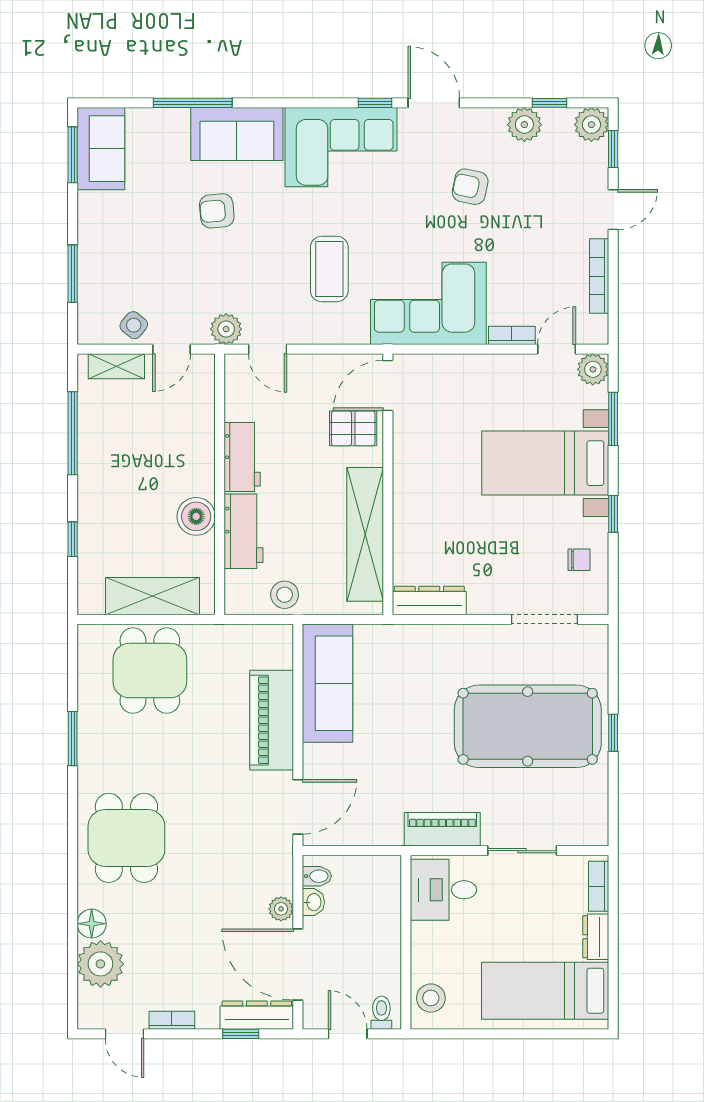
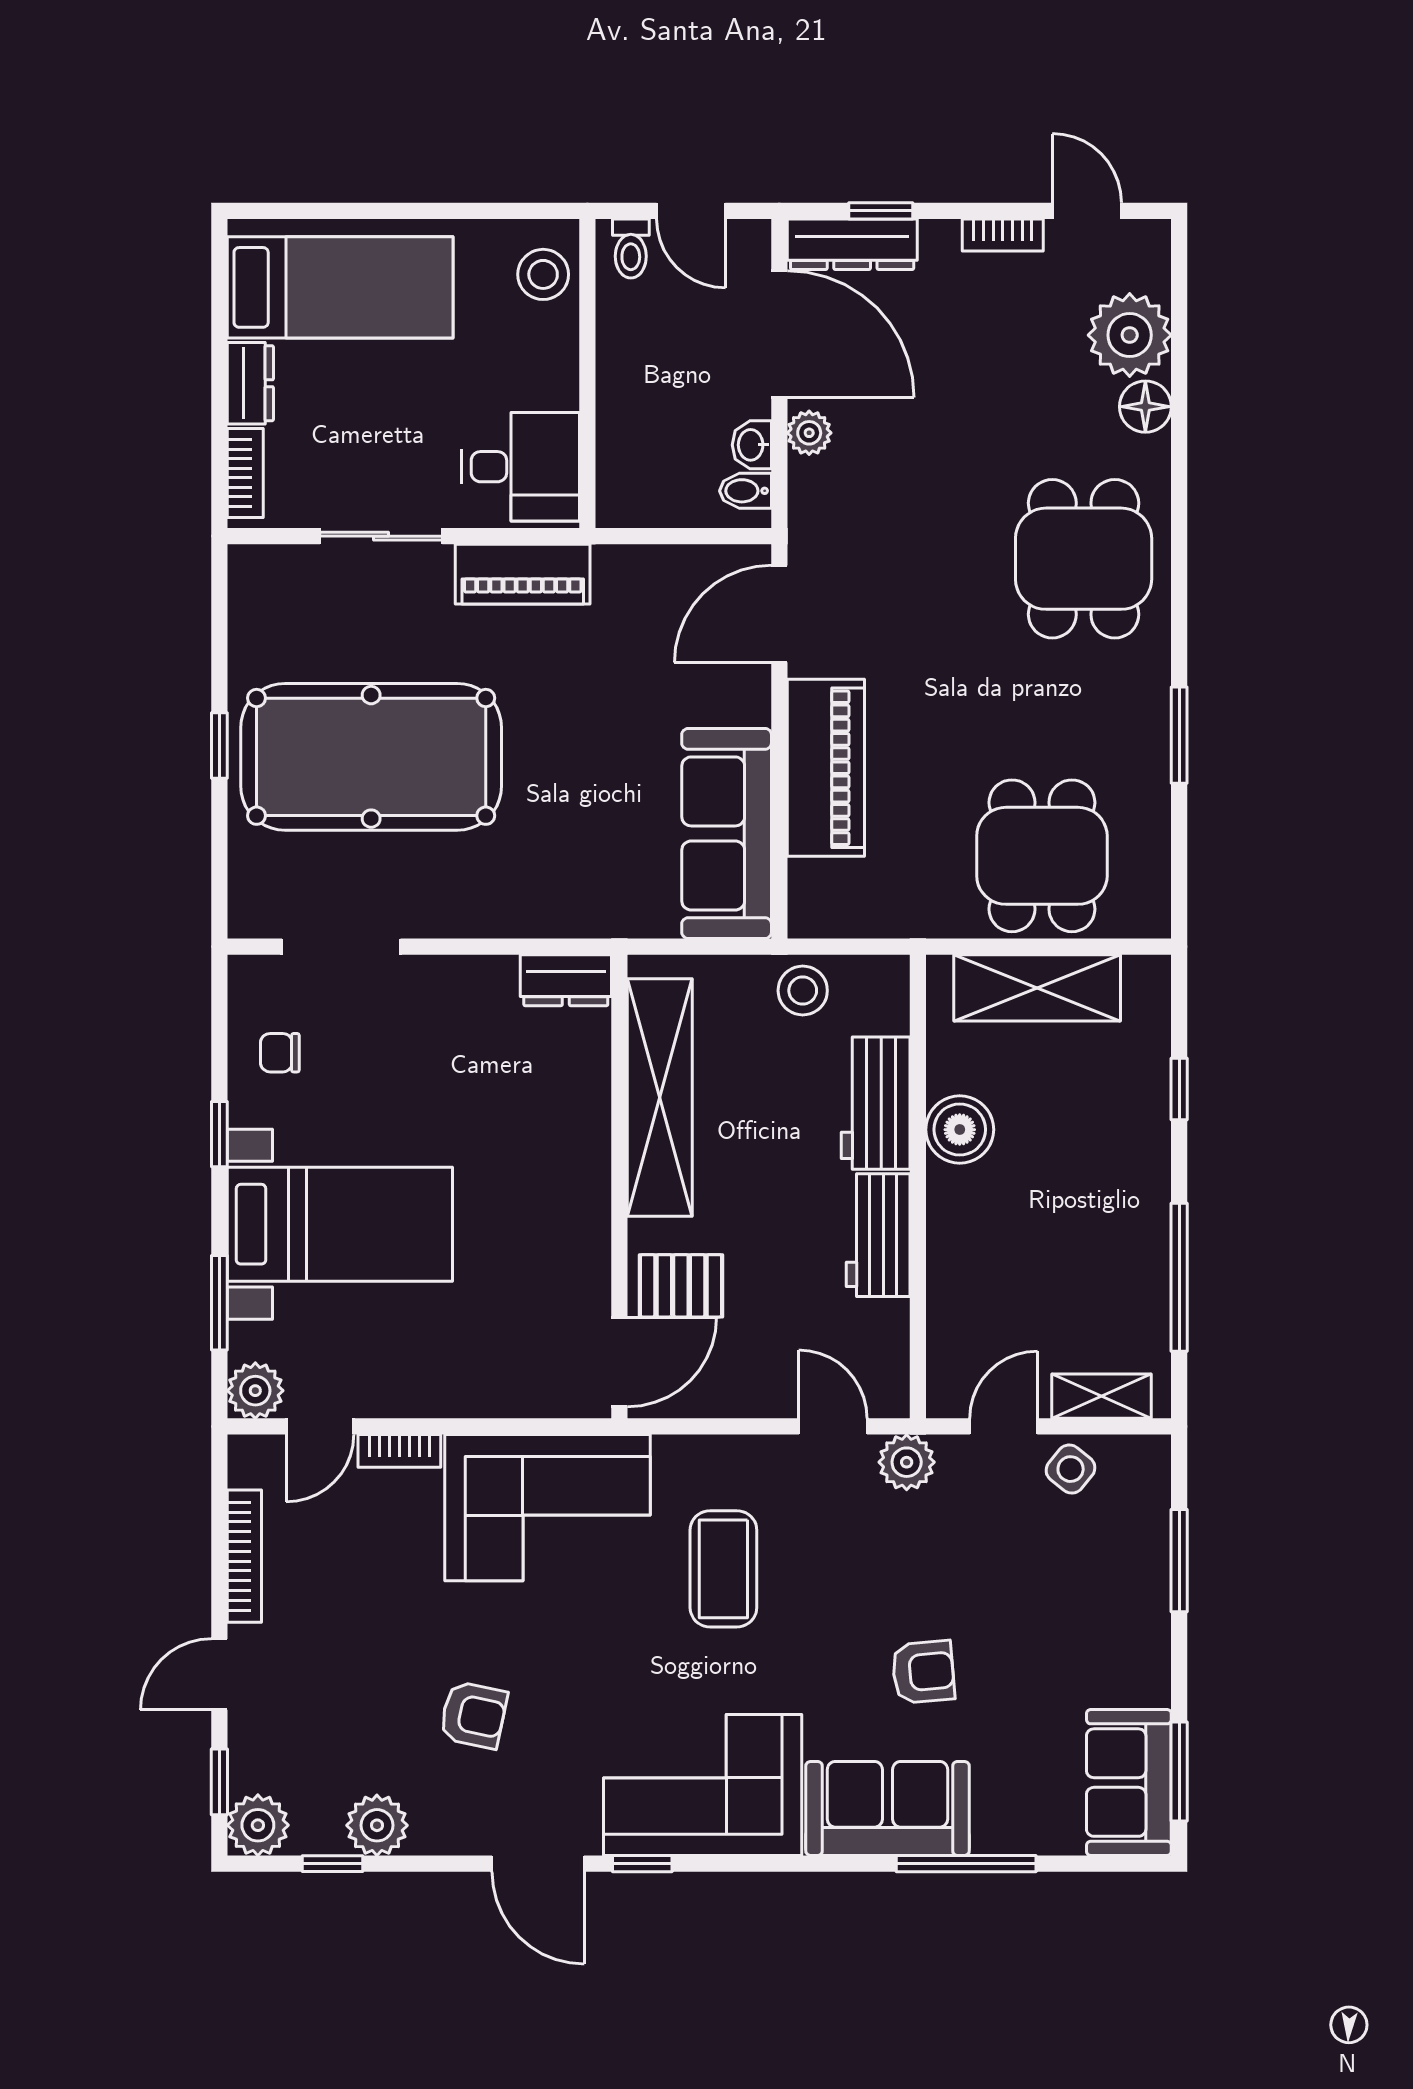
dresser: (429, 601) -> (566, 980), width x0.70

